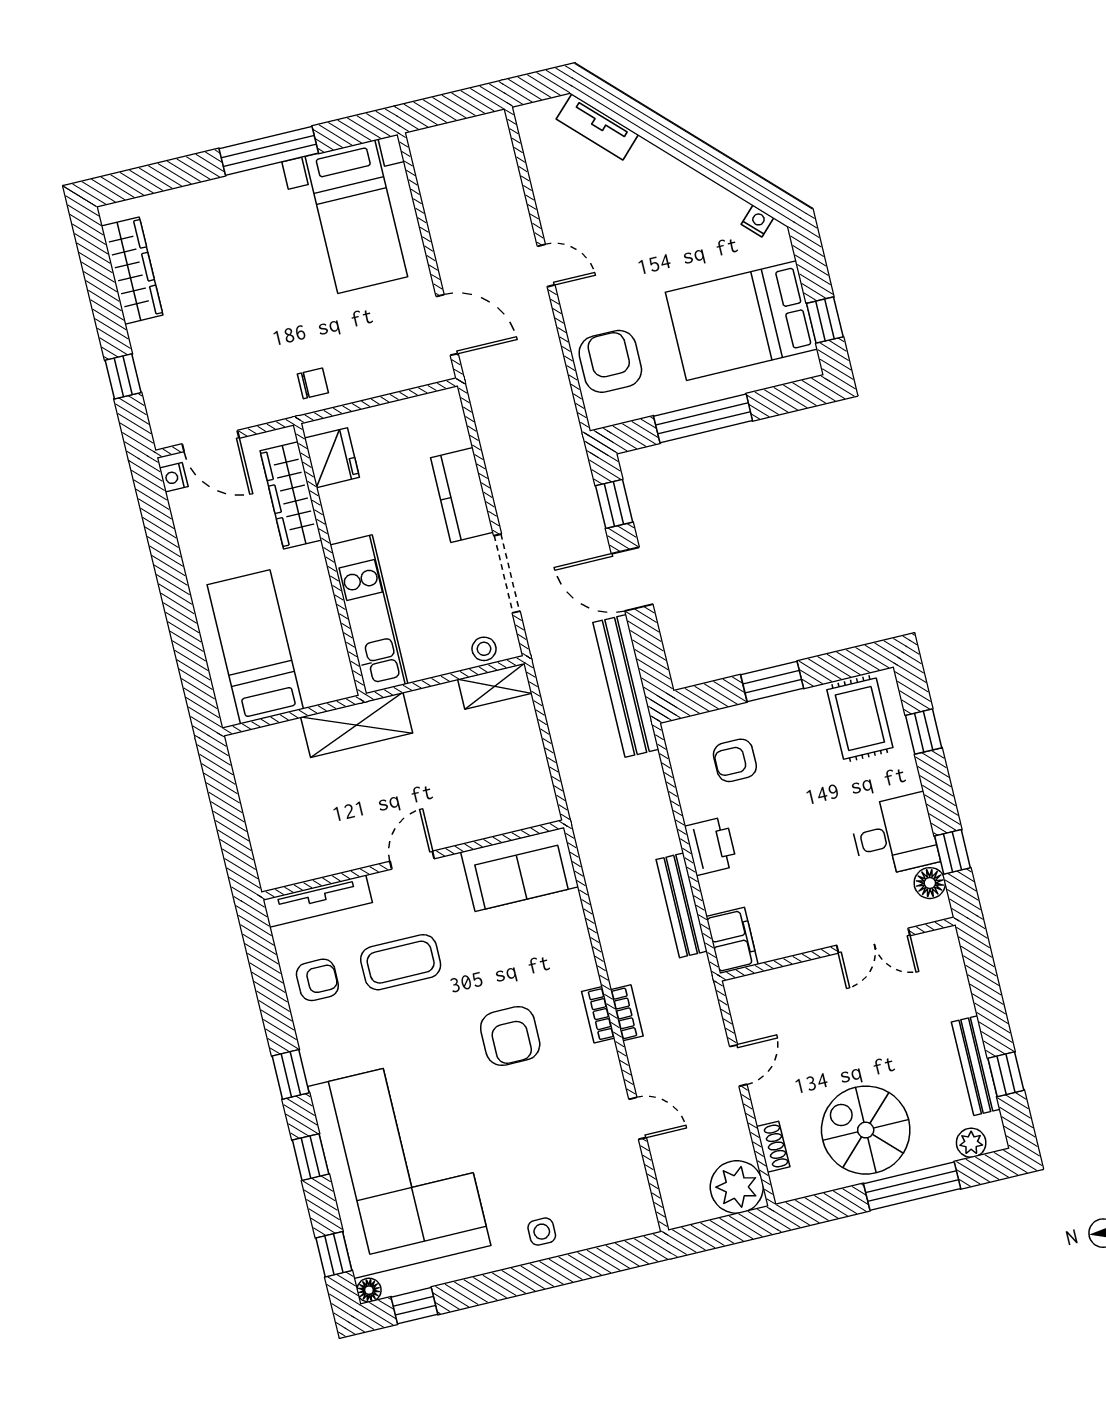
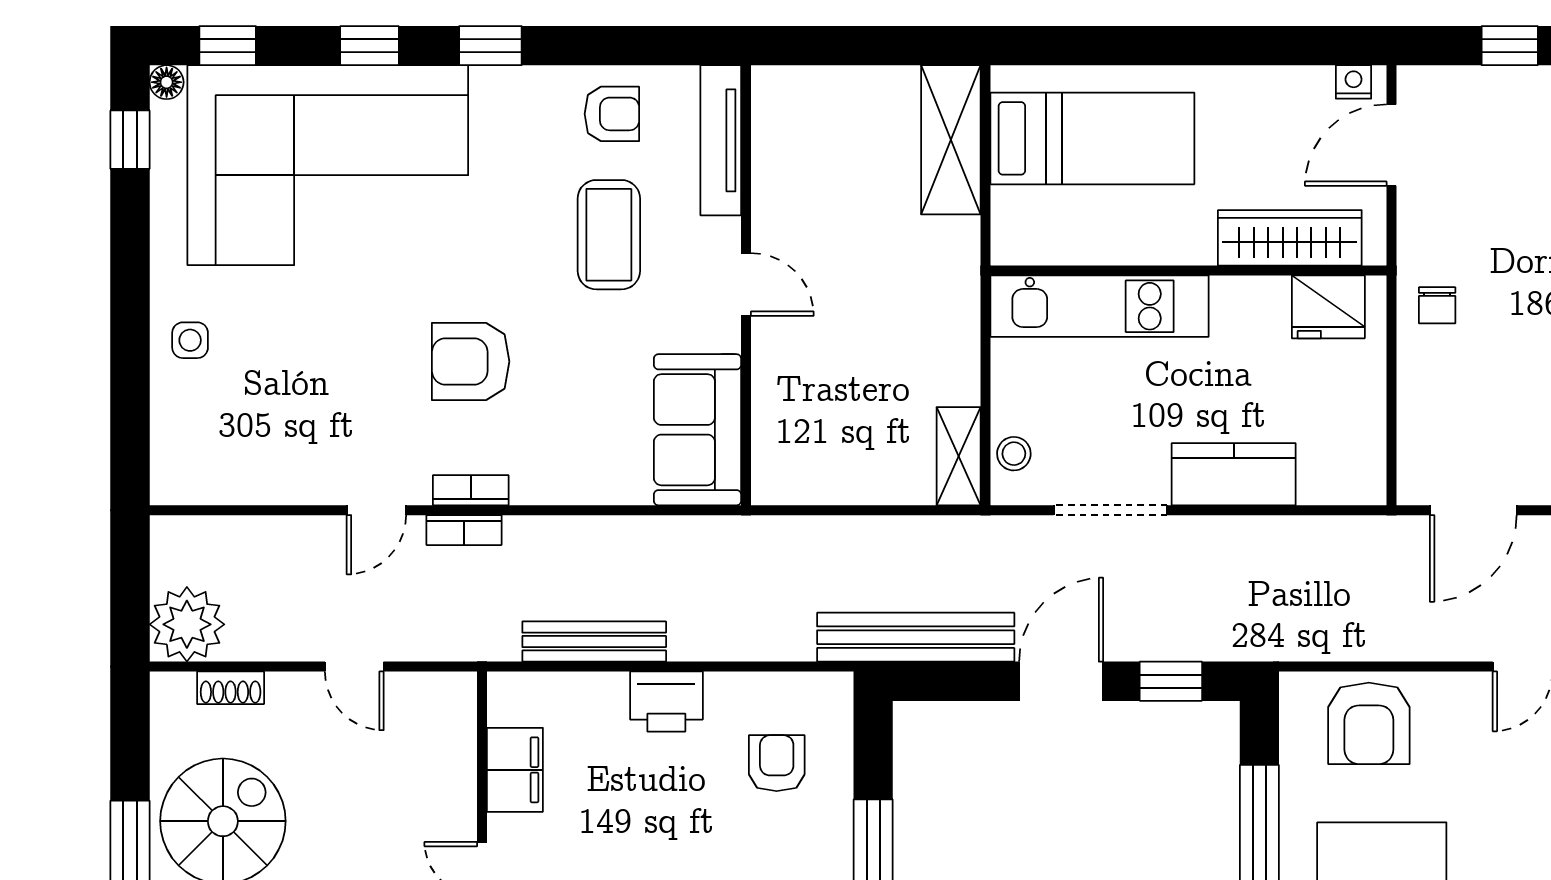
armchair: (610, 361) -> (1369, 723), turned 90
shelving: (357, 725) -> (951, 140), moved
filing cabinet: (732, 940) -> (515, 770), moved, turned -90
armchair: (317, 980) -> (612, 114), turned -90
door: (638, 1118) -> (376, 510), moved

